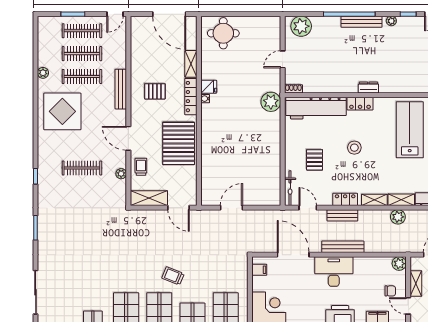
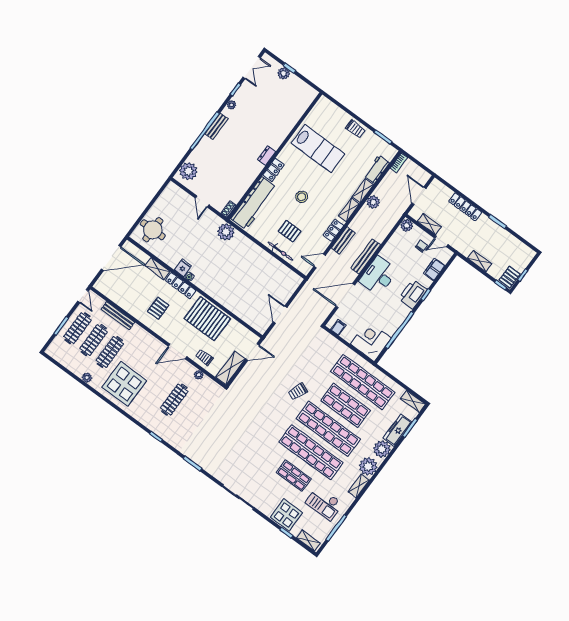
bench: (361, 22) -> (217, 126), width x0.73
bench: (121, 89) -> (118, 316), moved
lab bench: (410, 130) -> (318, 148), turned 180
bicycle: (290, 188) -> (280, 251), moved

